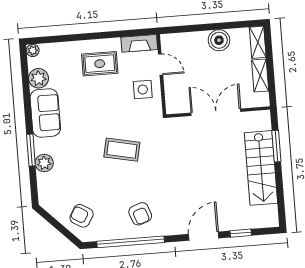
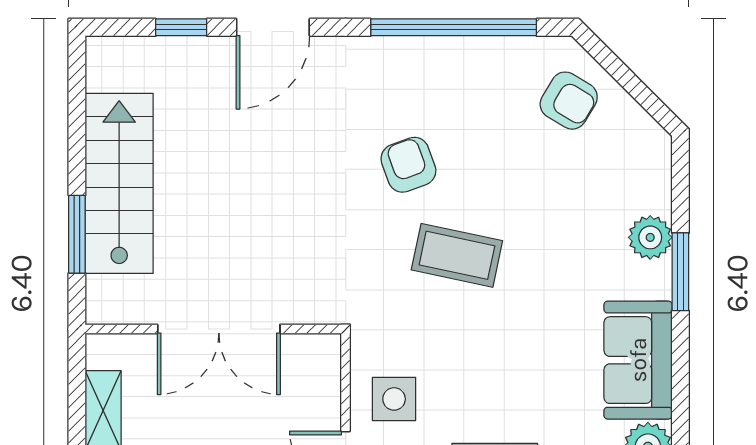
armchair: (140, 214) -> (408, 165), moved

